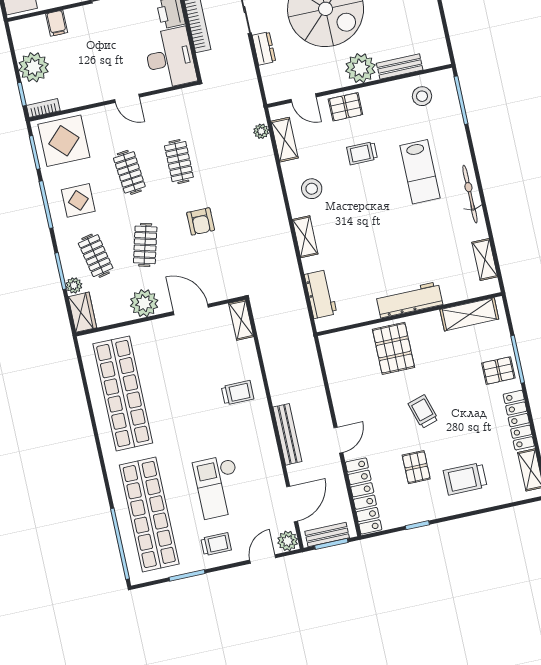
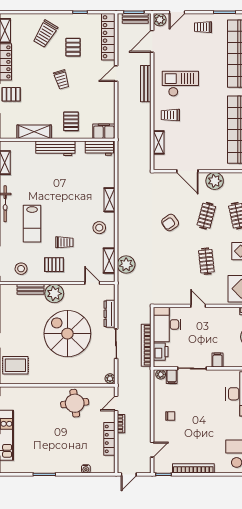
filing cabinet: (57, 23) -> (217, 360), moved
dresser: (264, 48) -> (110, 314), width x1.44
pallet: (345, 107) -> (54, 265), moved
plant: (261, 131) -> (126, 265), width x1.87, depth x1.87
clothes rail: (179, 162) -> (175, 261), removed
lab bench: (420, 172) -> (32, 224), turned 180
armchair: (201, 221) -> (170, 223), turned -125
workbench: (321, 294) -> (99, 148), moved, turned -90
shelving: (469, 314) -> (34, 132), moved
shelving: (241, 320) -> (159, 142), moved
filing cabinet: (338, 344) -> (104, 131), added
pallet: (393, 348) -> (71, 121), width x0.67, depth x0.71
trolley: (465, 479) -> (45, 34), turned 121
checkout: (219, 487) -> (180, 84), moved, turned -90

